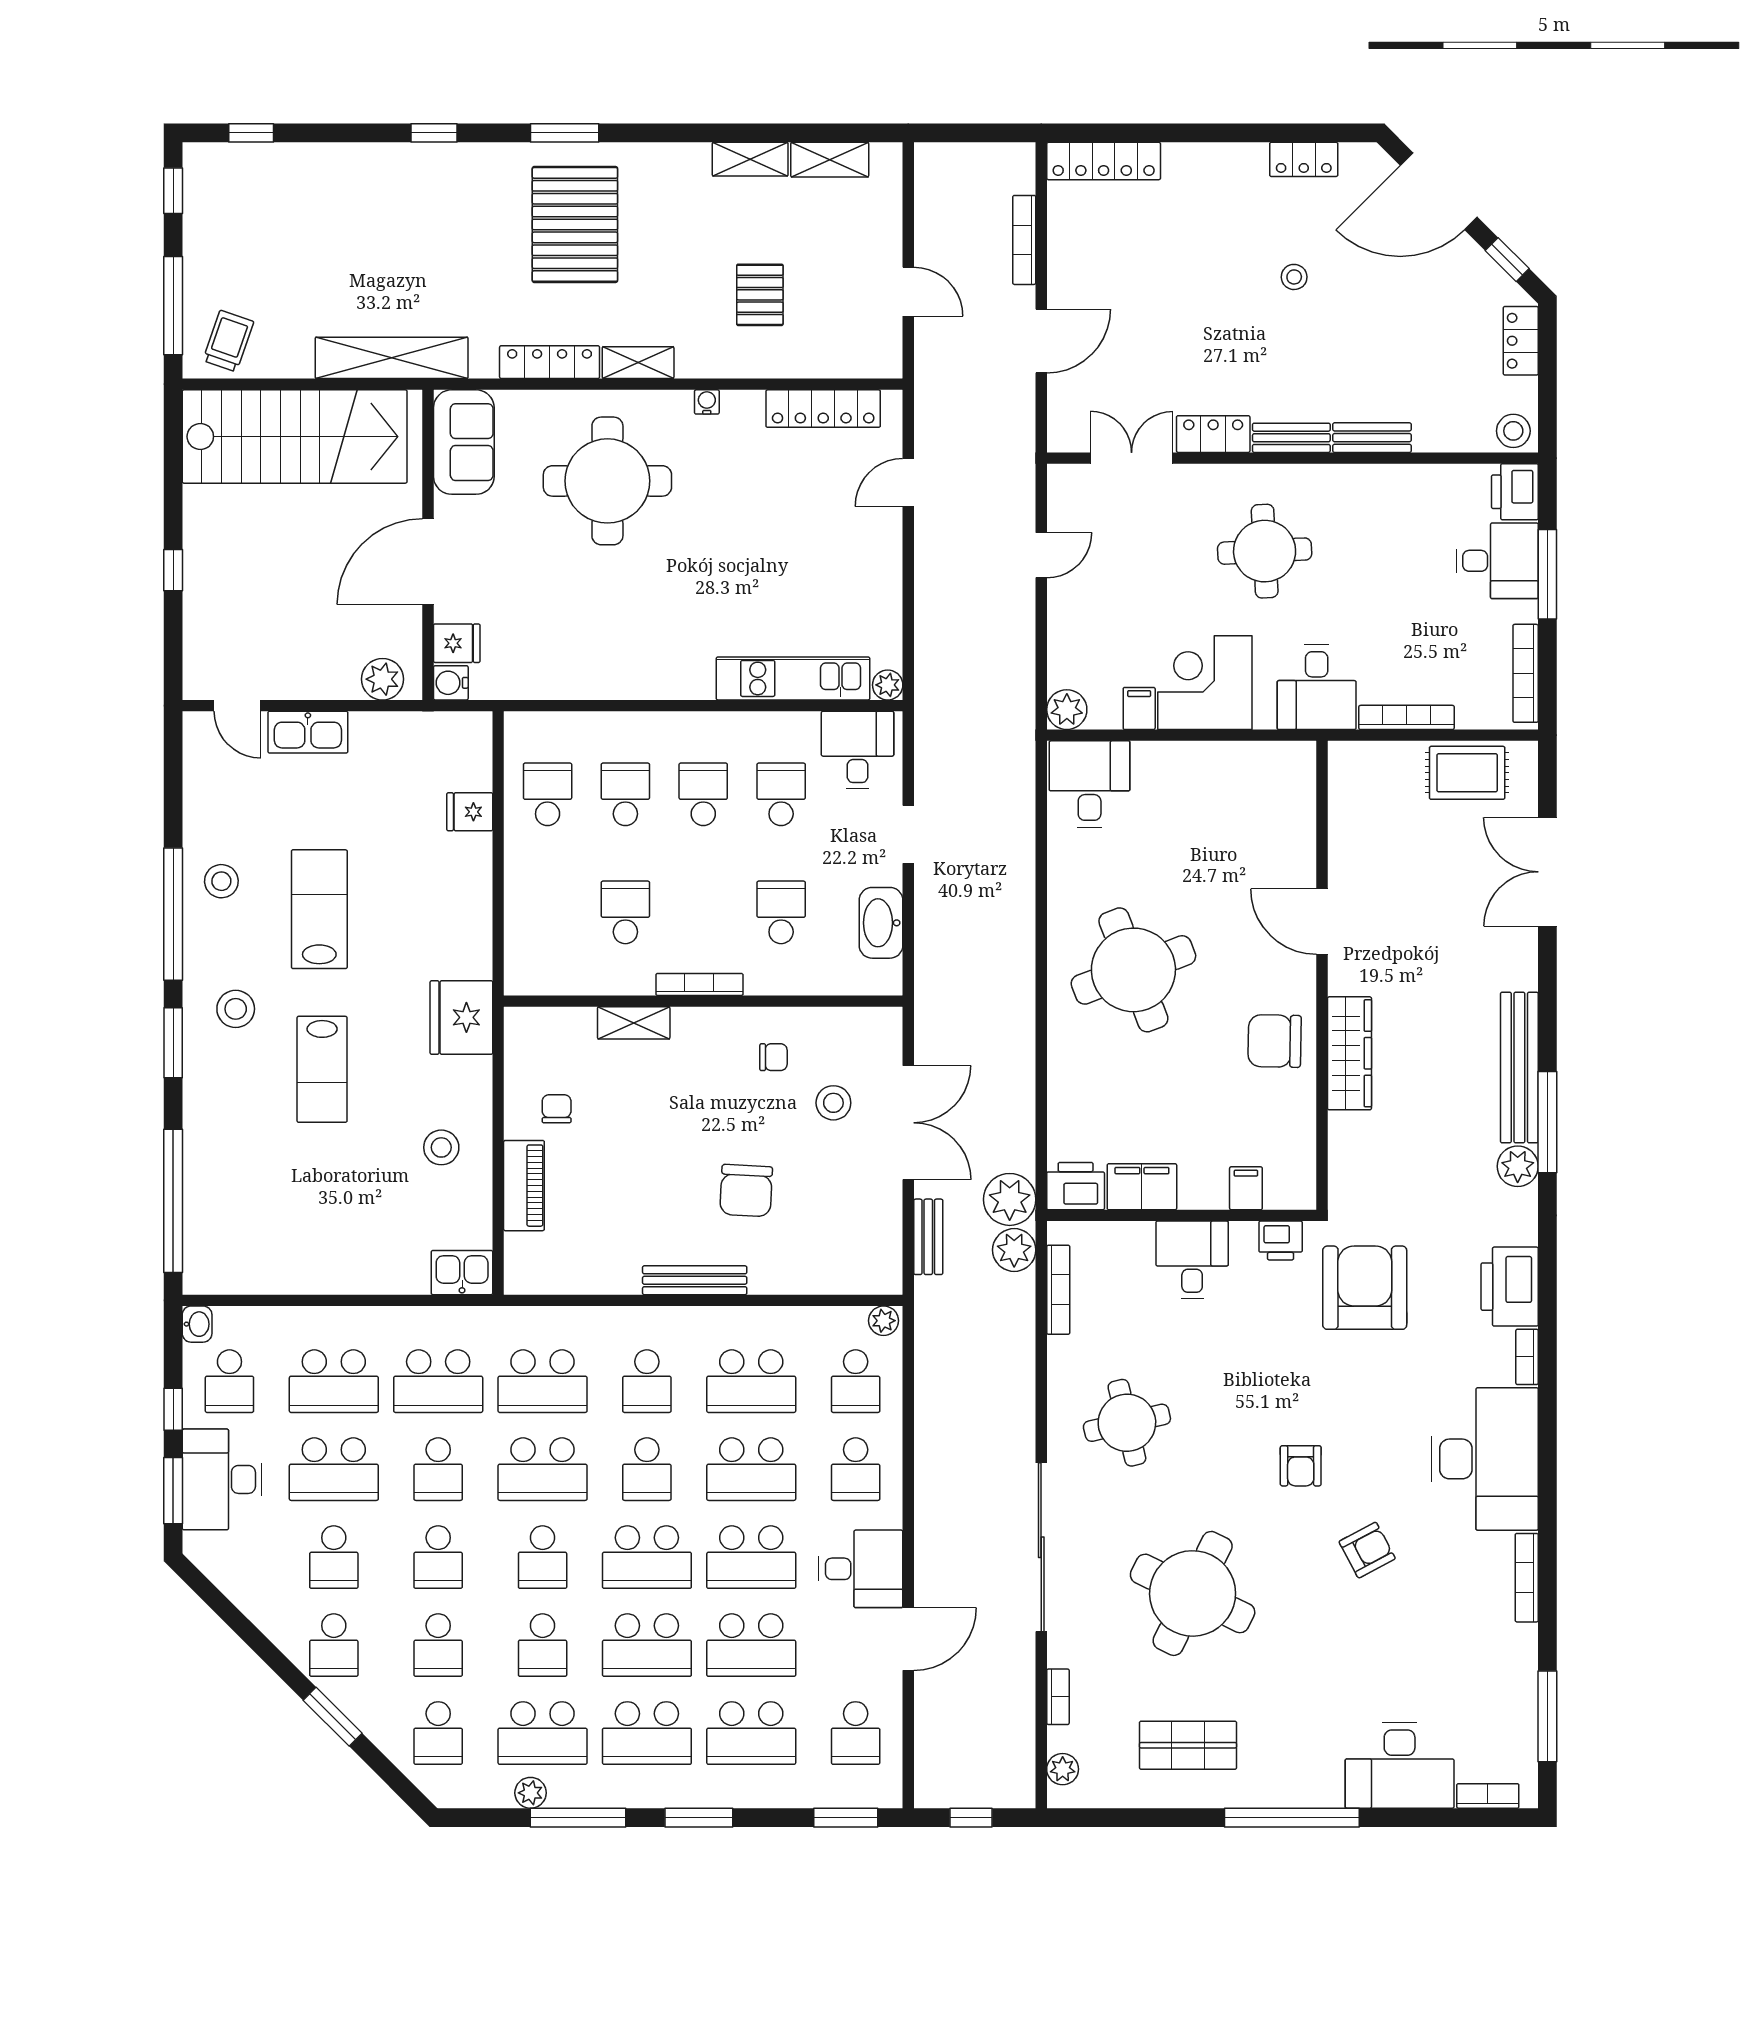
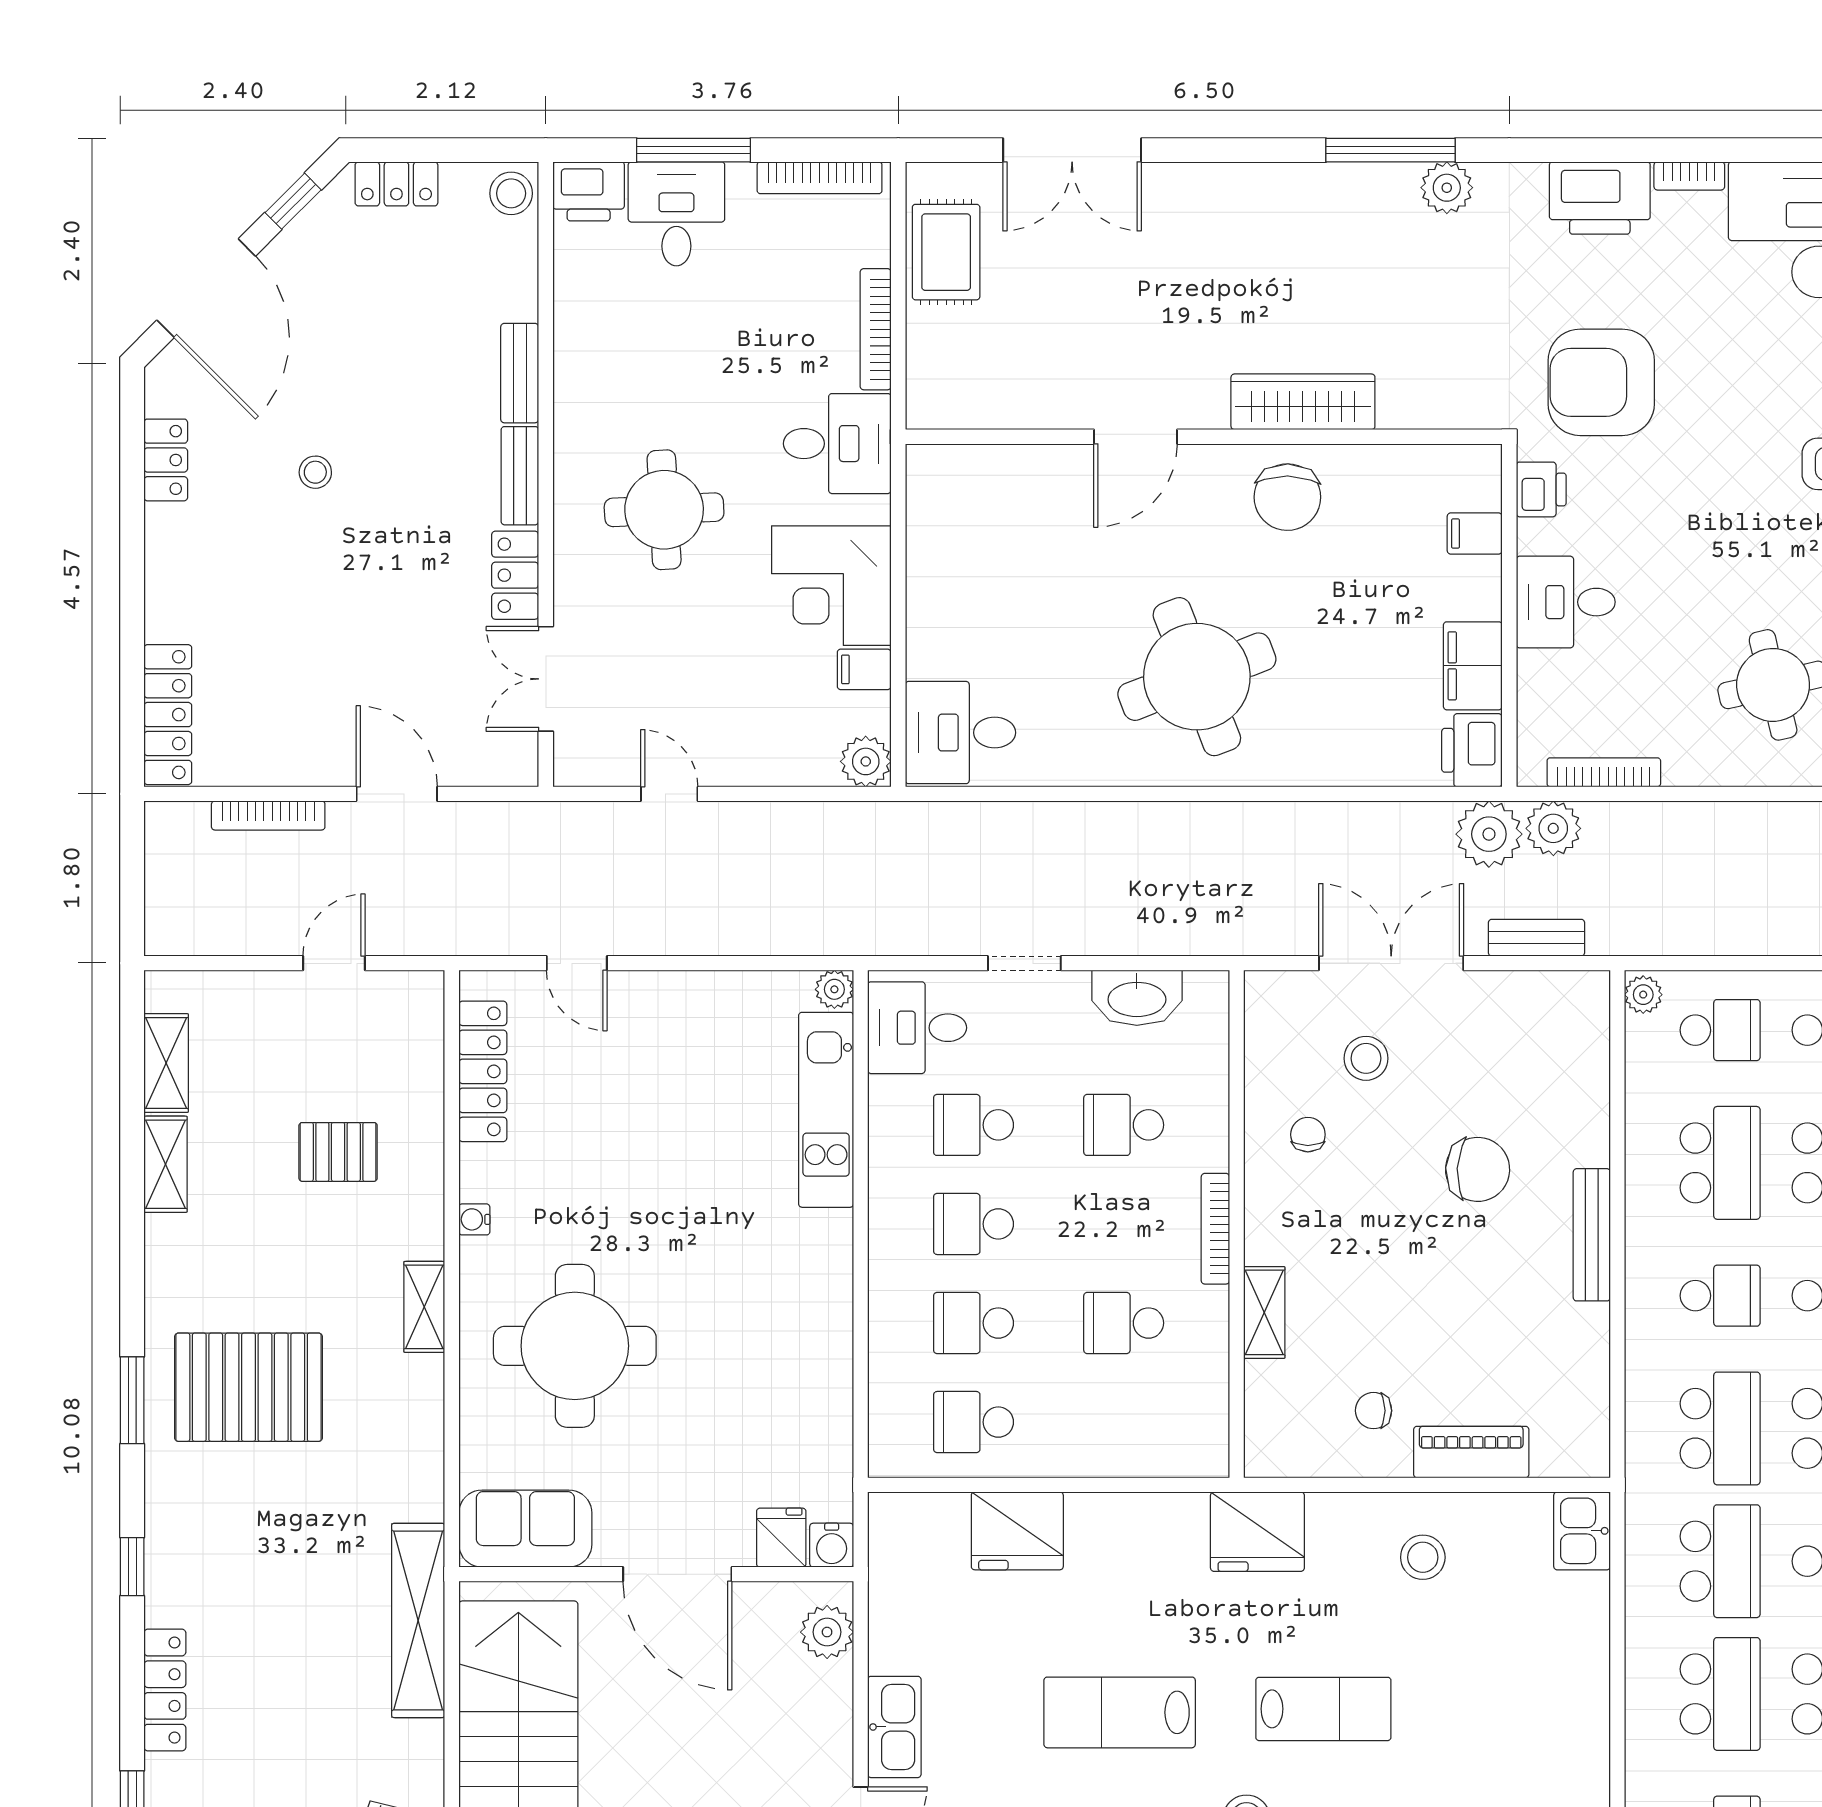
locker: (550, 362) -> (165, 1690), moved, turned 180
fridge: (470, 812) -> (1017, 1531), width x1.88, depth x1.34
bench: (1519, 1068) -> (1321, 186), removed

